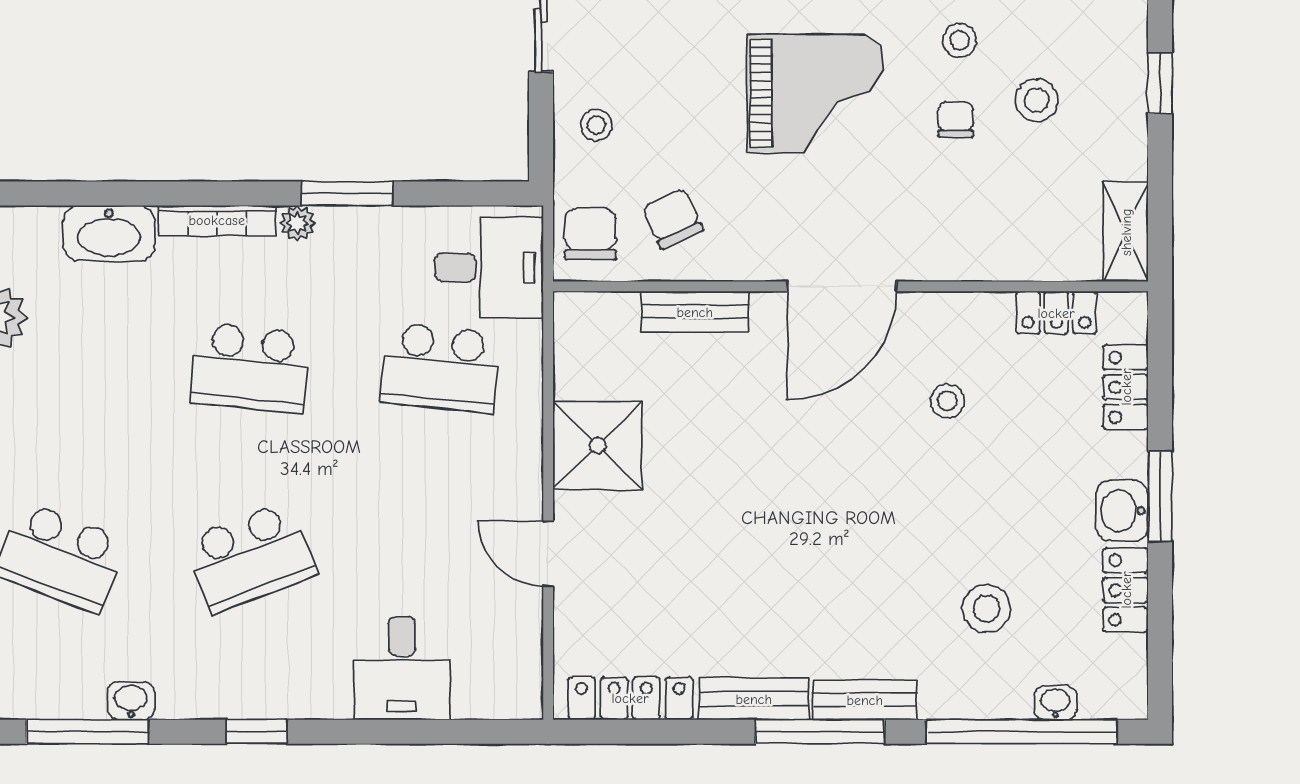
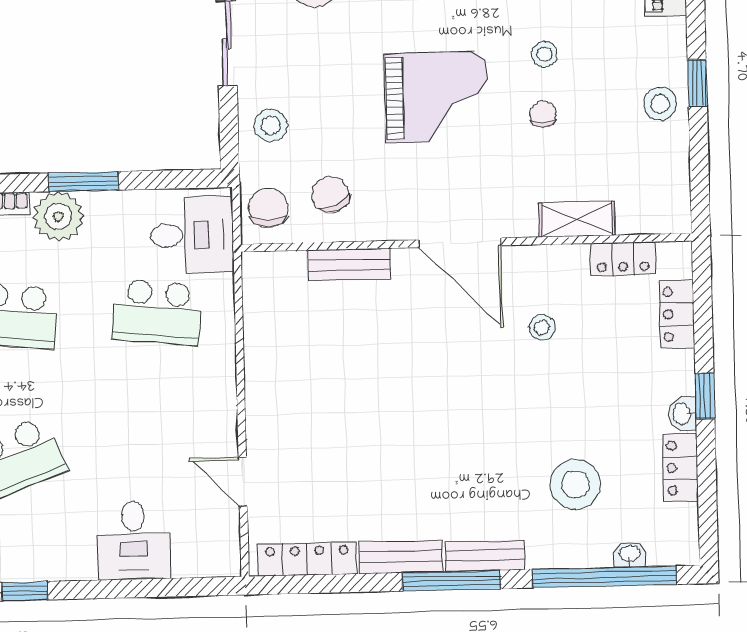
stool: (1037, 100) -> (660, 104), moved
stool: (596, 125) -> (271, 125), width x1.37, depth x1.37
plant: (297, 223) -> (58, 216), width x1.87, depth x1.87
shelving: (1126, 232) -> (577, 219), moved, turned 90
door: (842, 286) -> (460, 243), hinge flipped
shower: (597, 445) -> (278, 368), removed
window: (1160, 496) -> (705, 396), width x0.67
washbasin: (1122, 511) -> (683, 414), width x0.72, depth x0.69
door: (548, 554) -> (243, 482), moved
stool: (987, 608) -> (575, 484), width x1.38, depth x1.38

